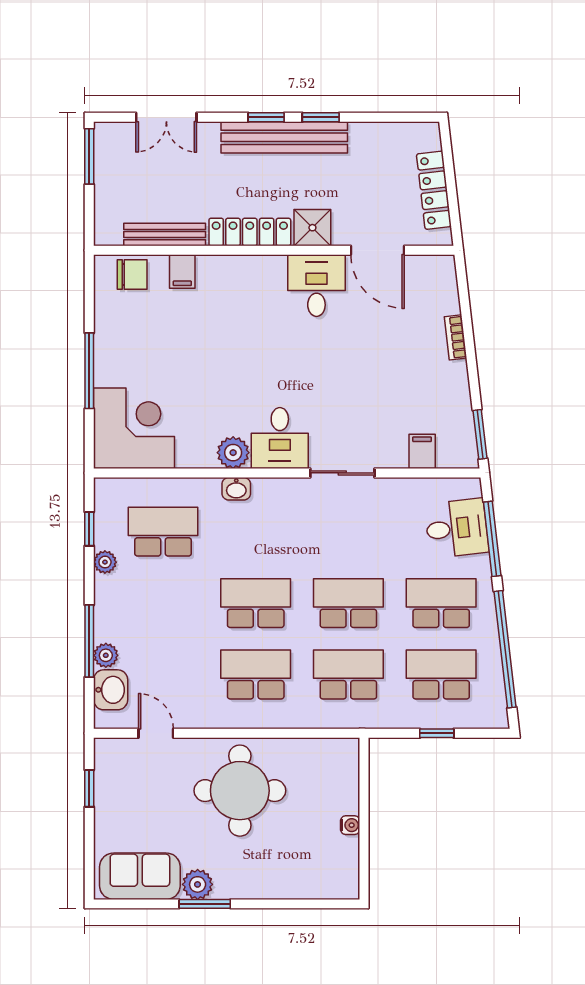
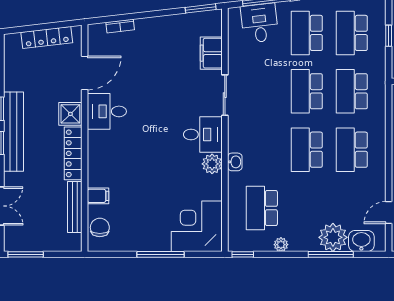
bookcase: (456, 337) -> (120, 26), moved
filing cabinet: (422, 451) -> (211, 53), width x2.00
window: (89, 529) -> (243, 254), moved
plant: (106, 655) -> (333, 237), width x1.88, depth x1.88

